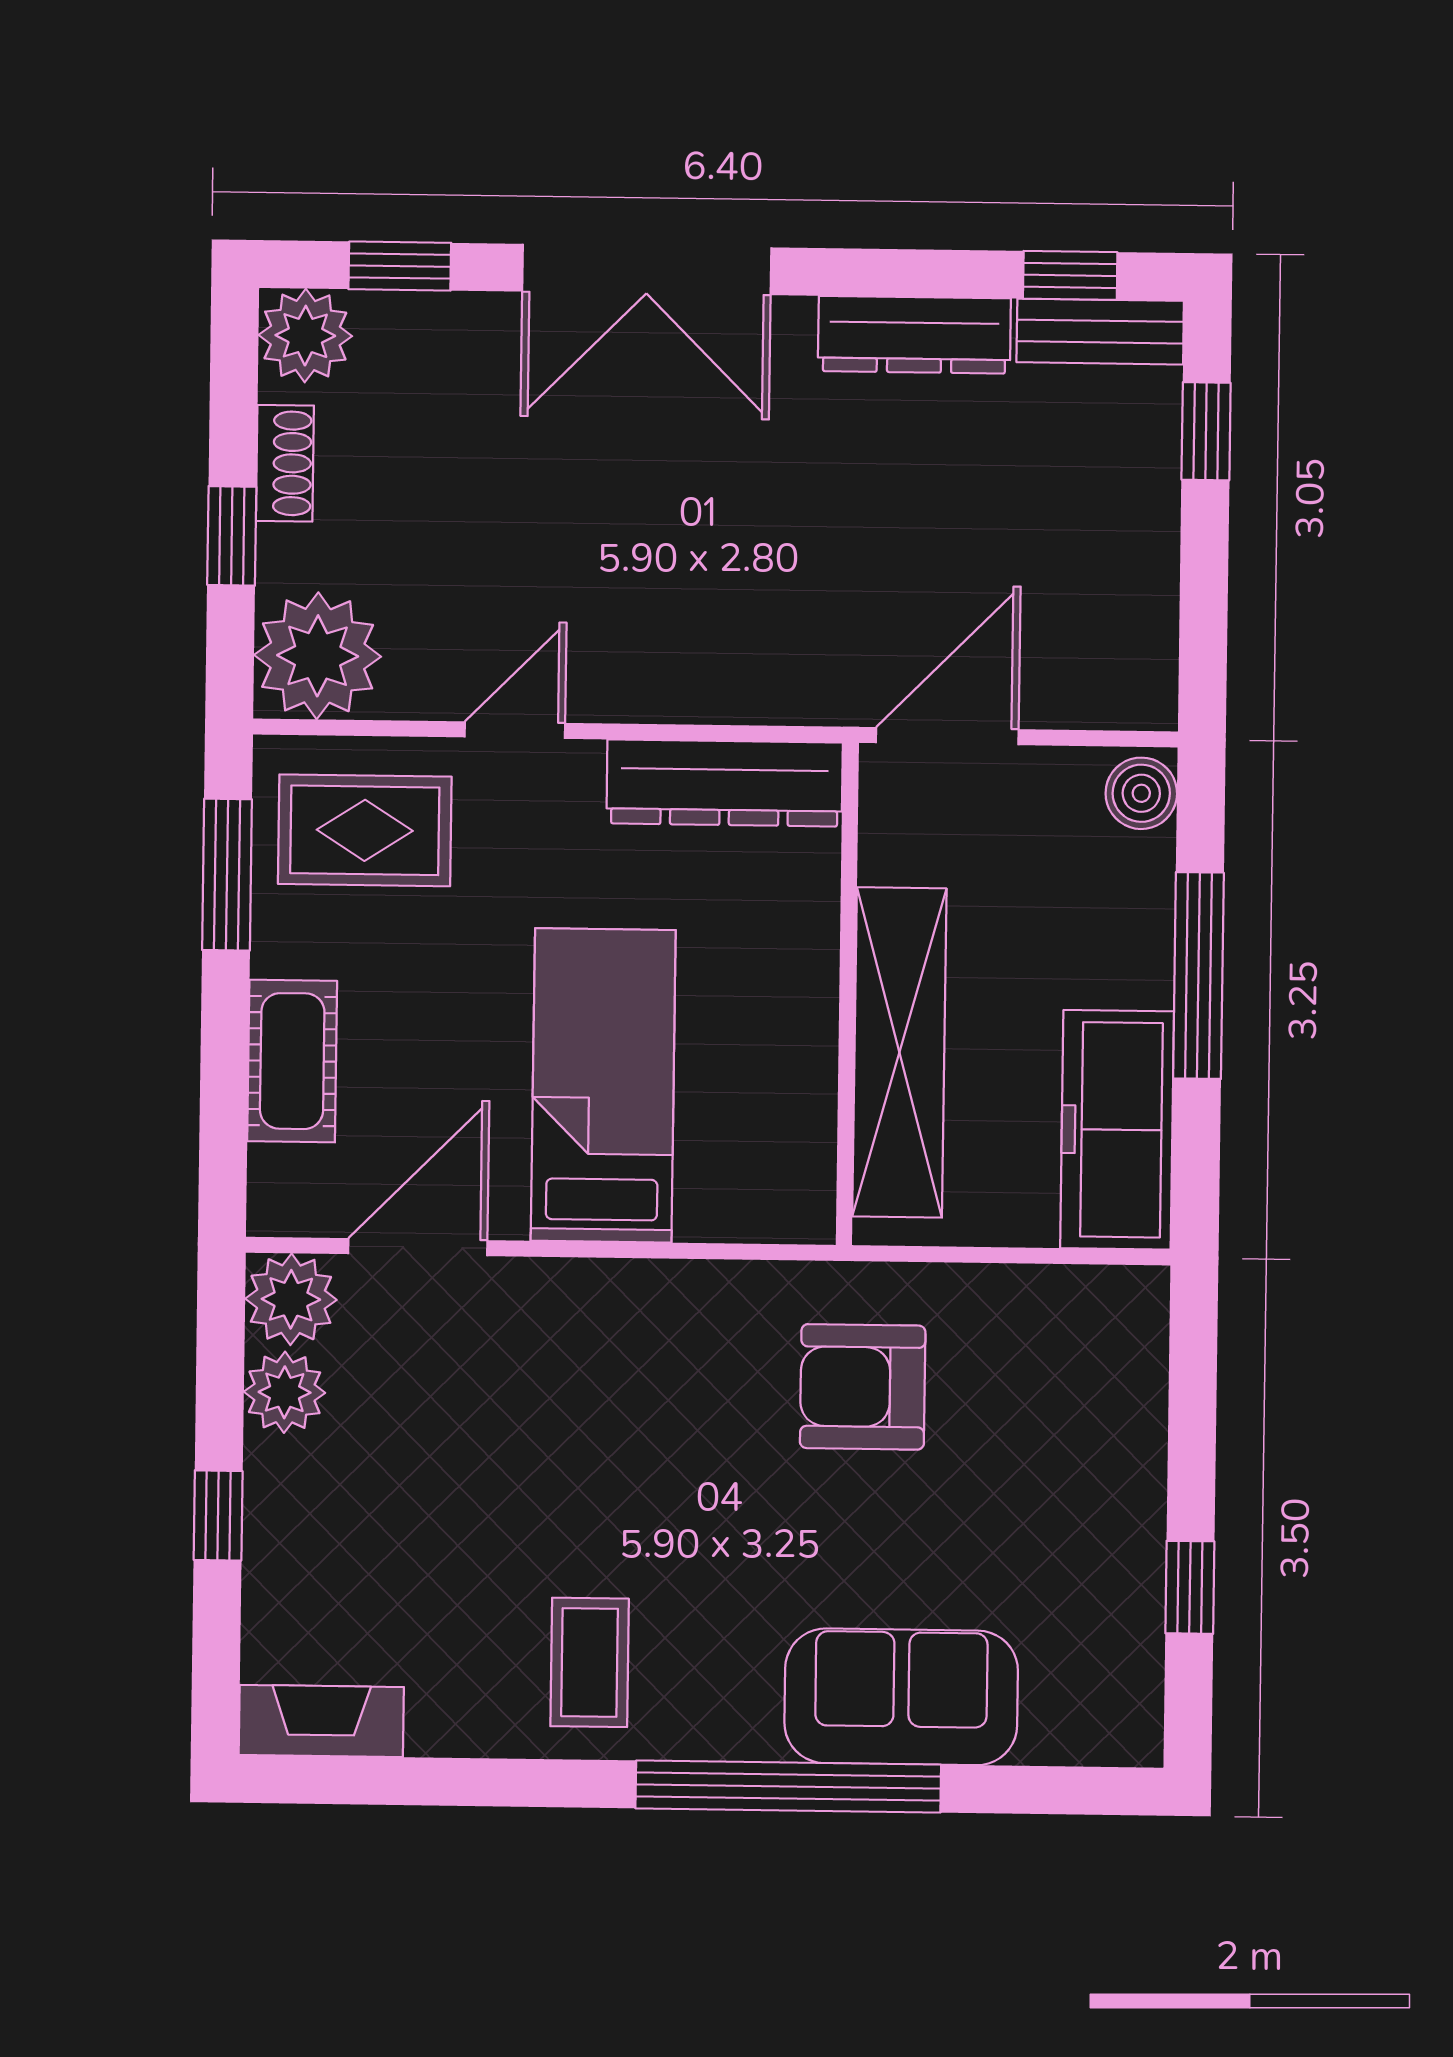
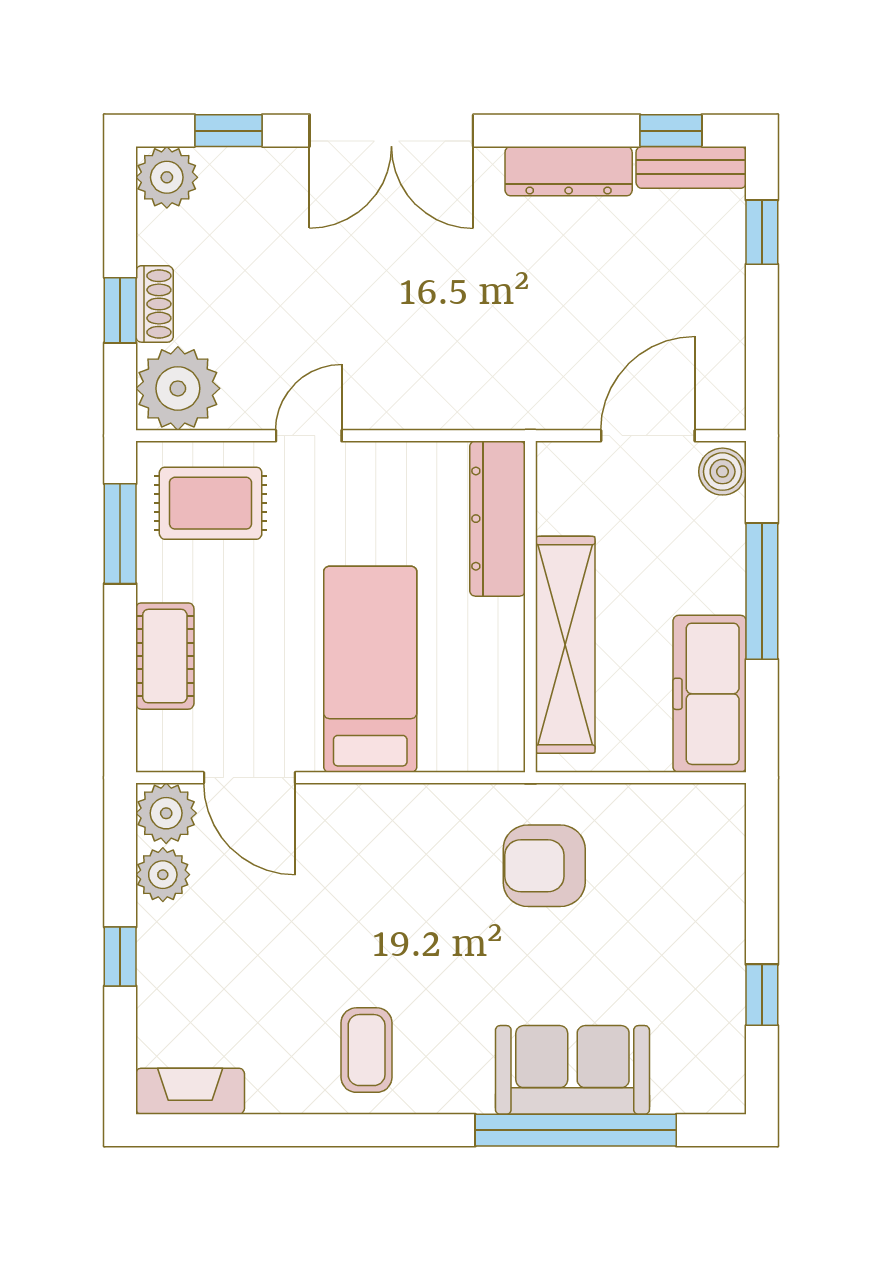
shoe rack: (285, 463) -> (154, 304), moved
door: (947, 736) -> (648, 436), moved
dresser: (725, 783) -> (497, 519), moved, turned 90
door: (418, 1247) -> (249, 778), swing flipped
window: (788, 1787) -> (576, 1130), moved

